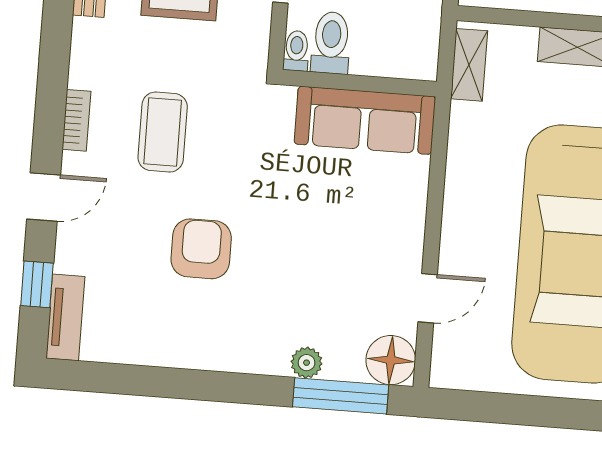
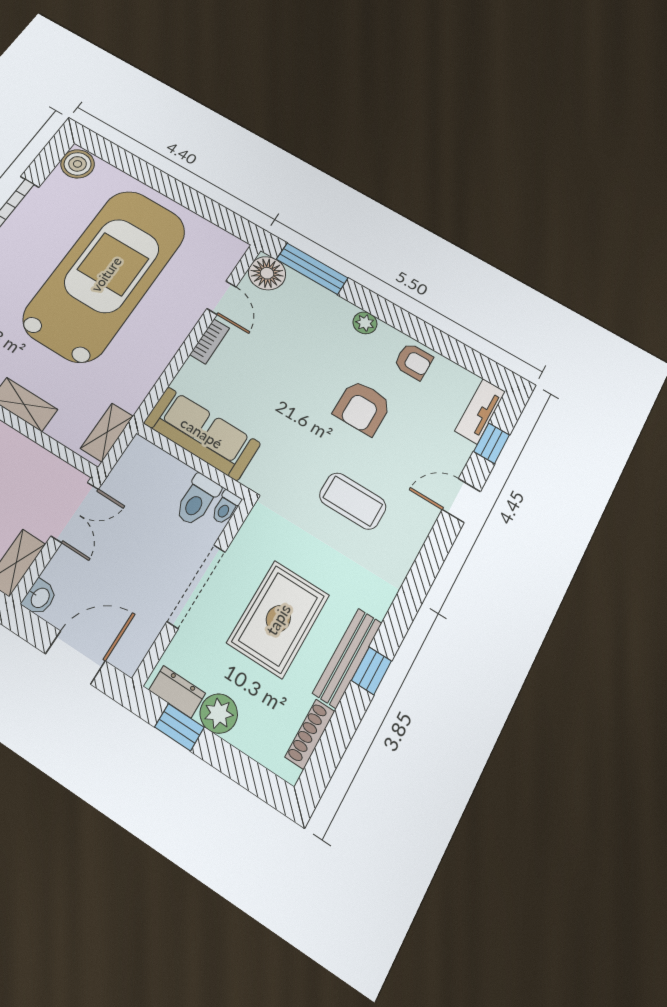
bookcase: (76, 120) -> (210, 341), moved, turned 180
coffee table: (163, 132) -> (353, 501), turned 90
door: (428, 298) -> (222, 298), swing flipped
armchair: (168, 339) -> (414, 361), added
plant: (307, 363) -> (365, 323), moved

